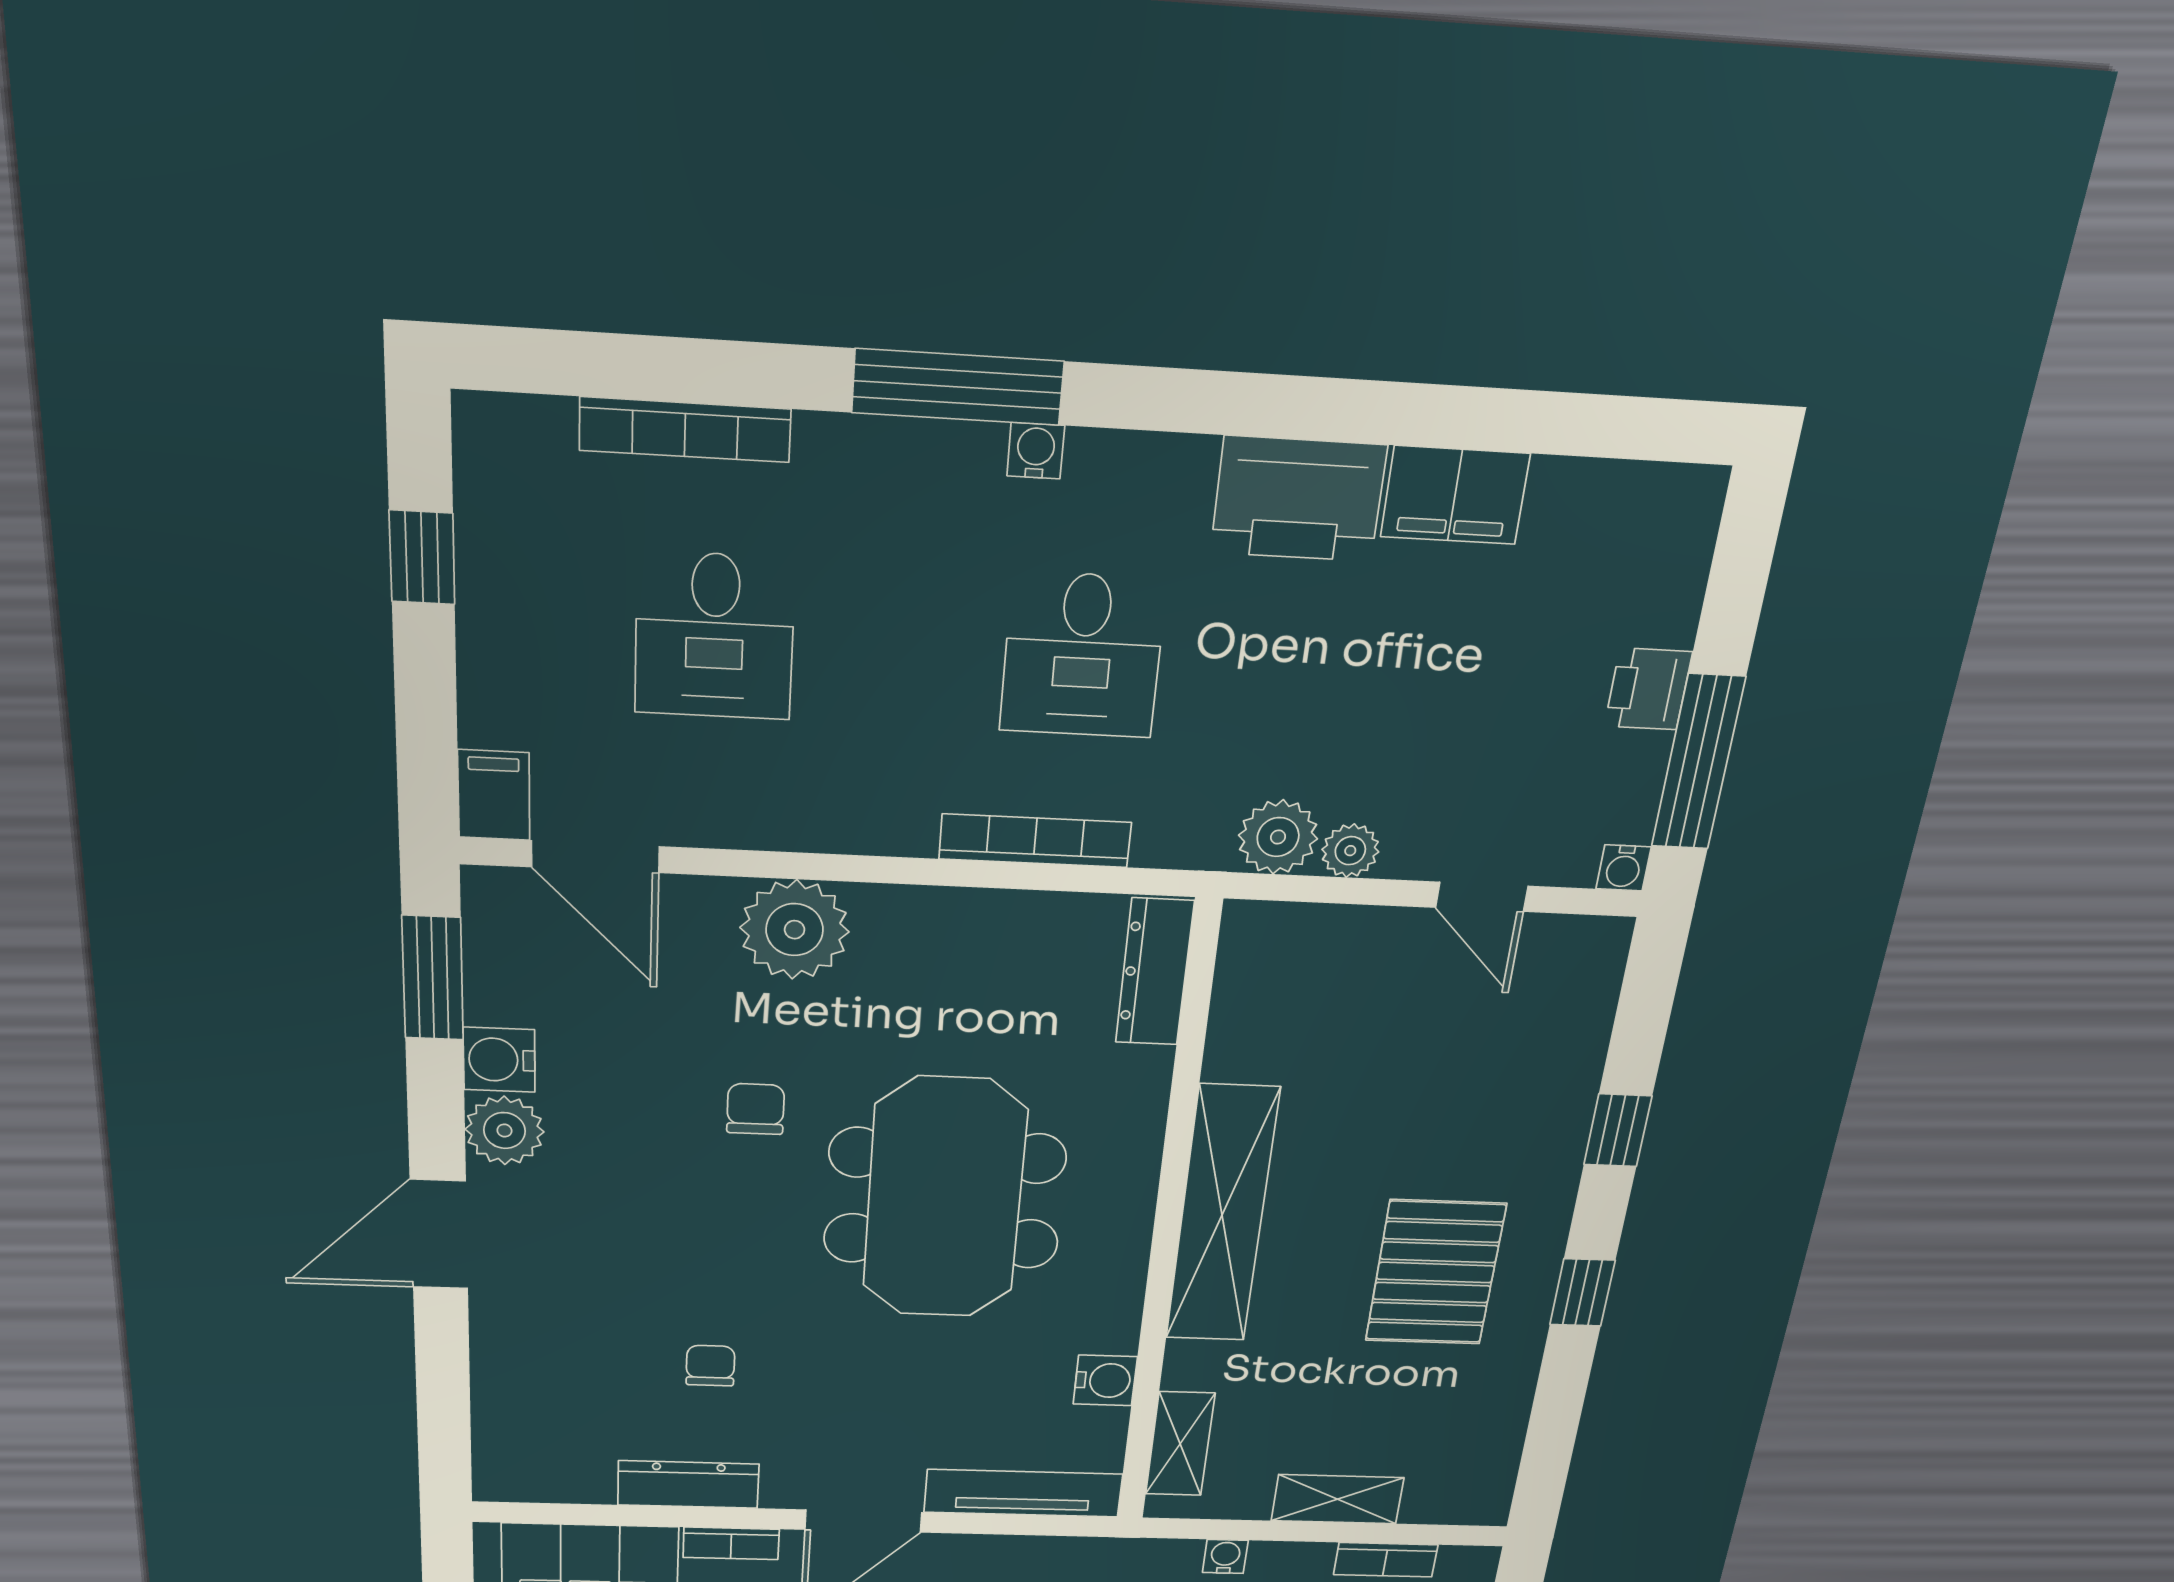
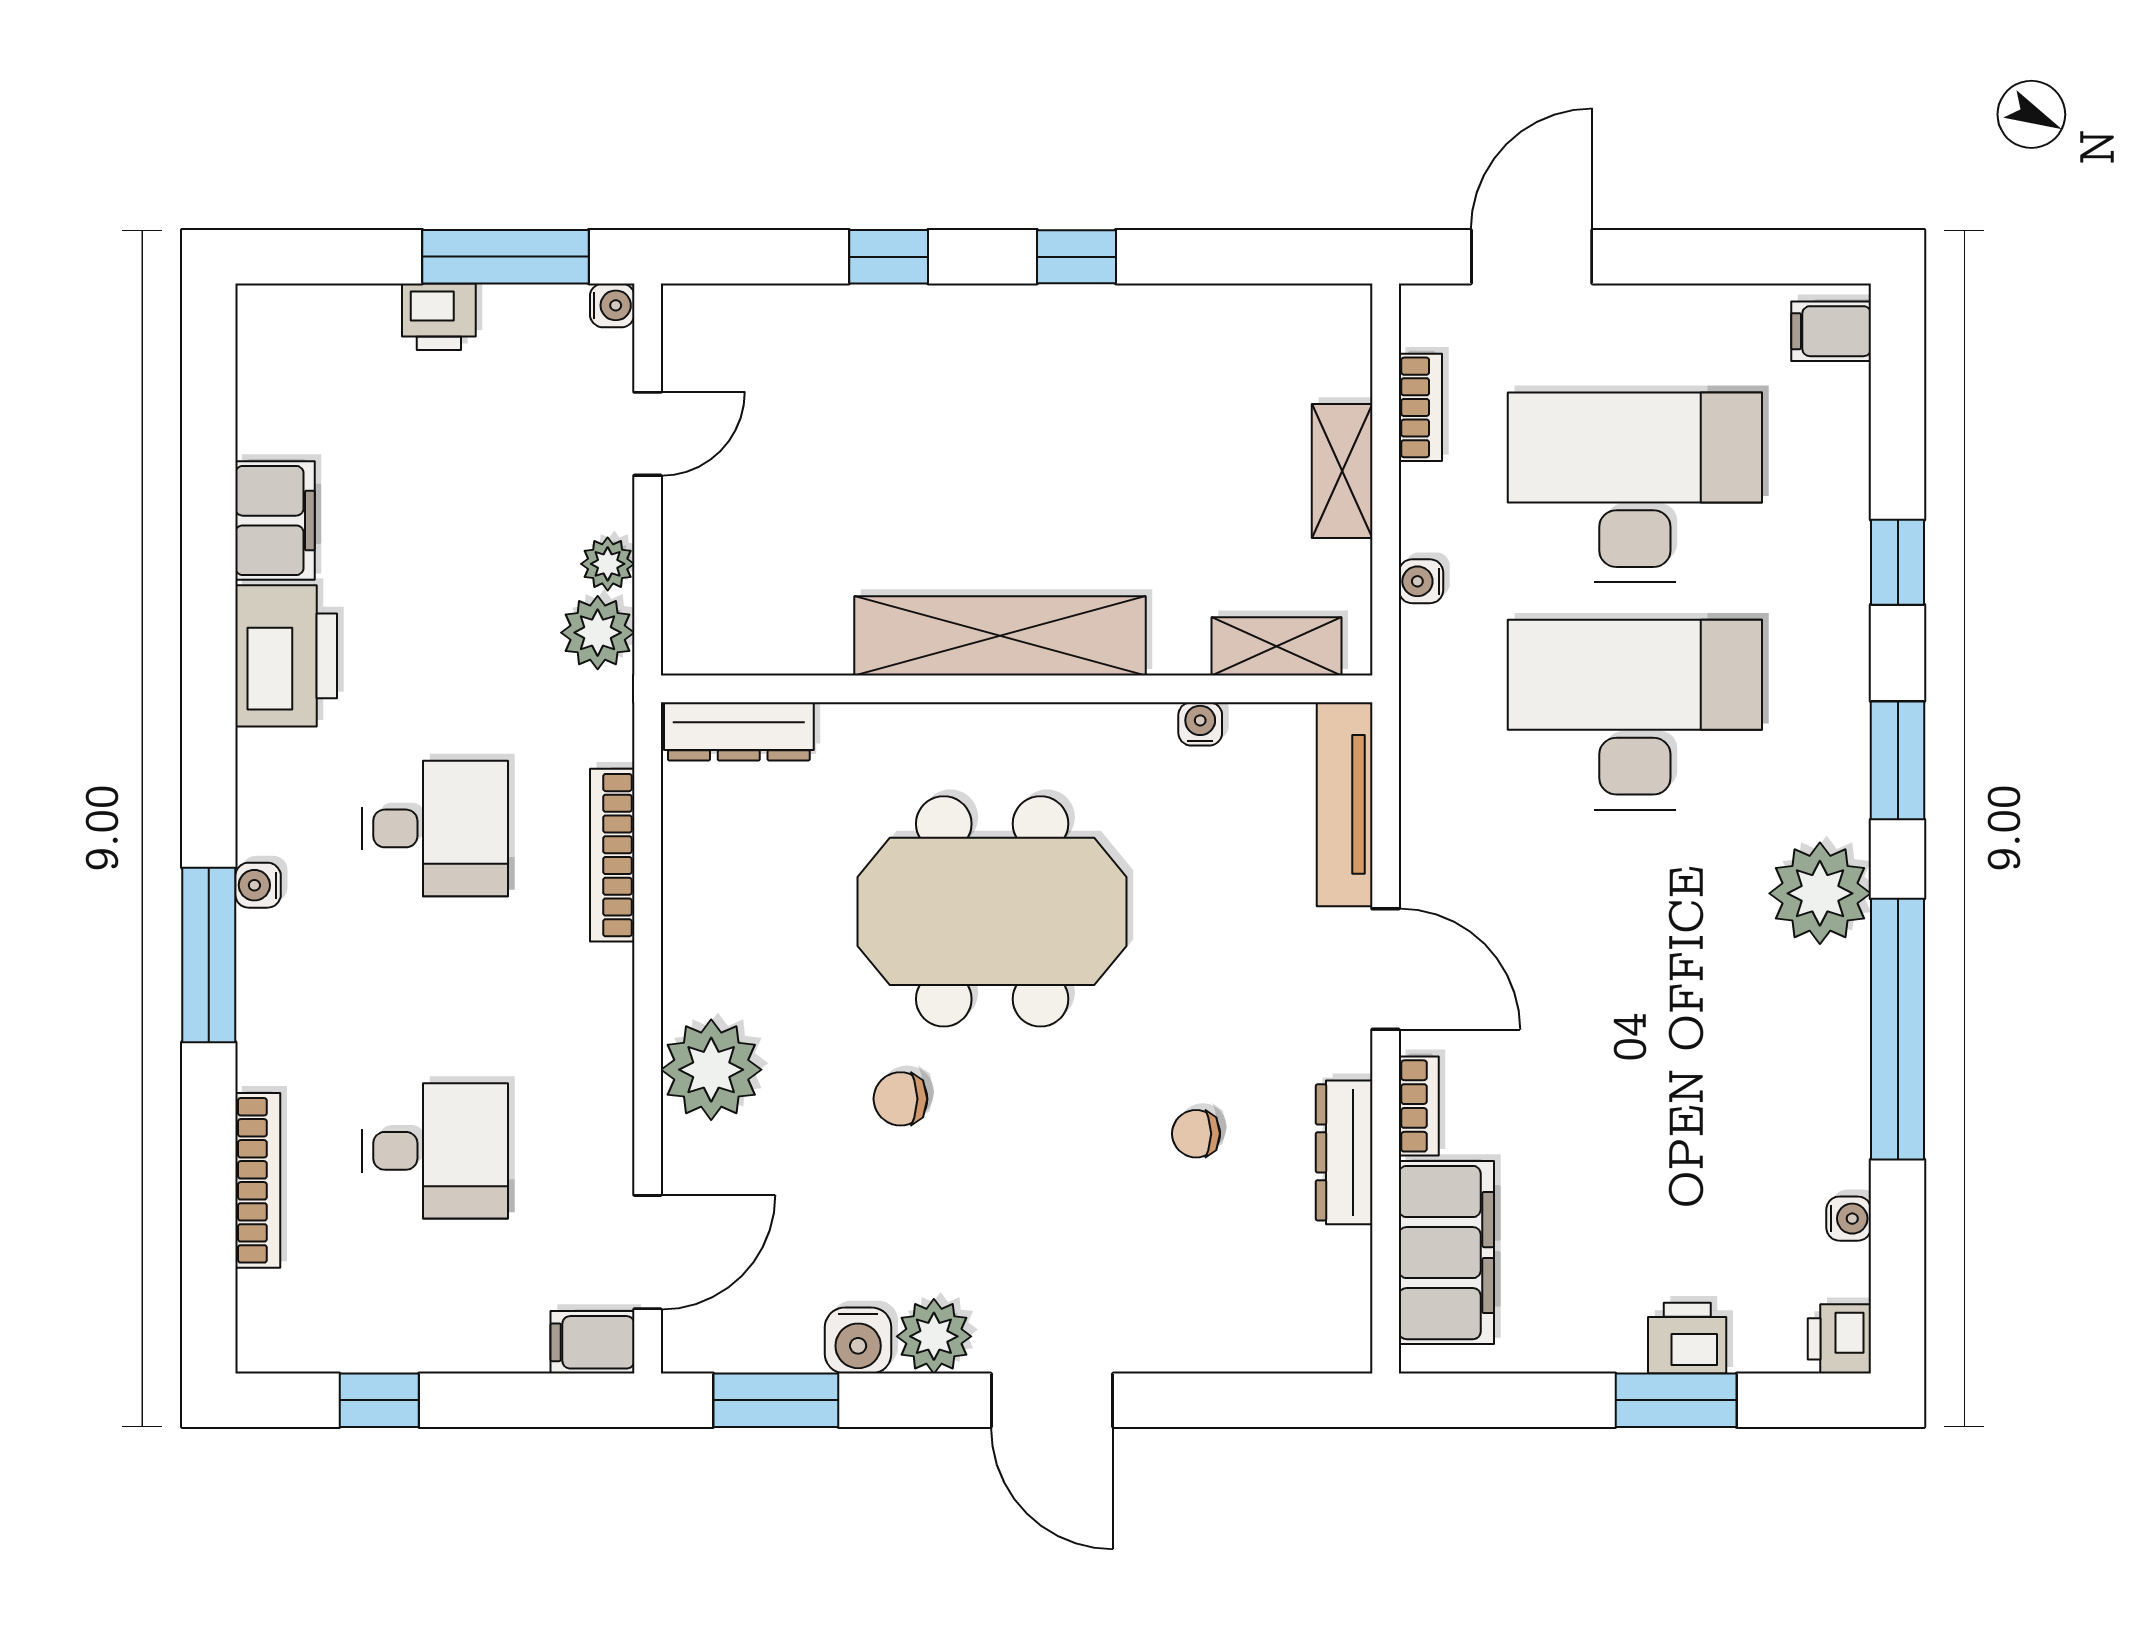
pallet: (1435, 1273) -> (1058, 411), removed
water cooler: (1105, 1380) -> (1200, 724), width x0.72, depth x0.72

